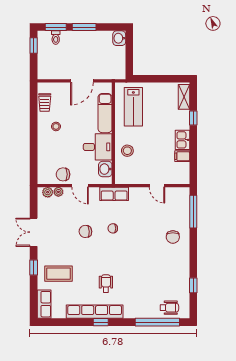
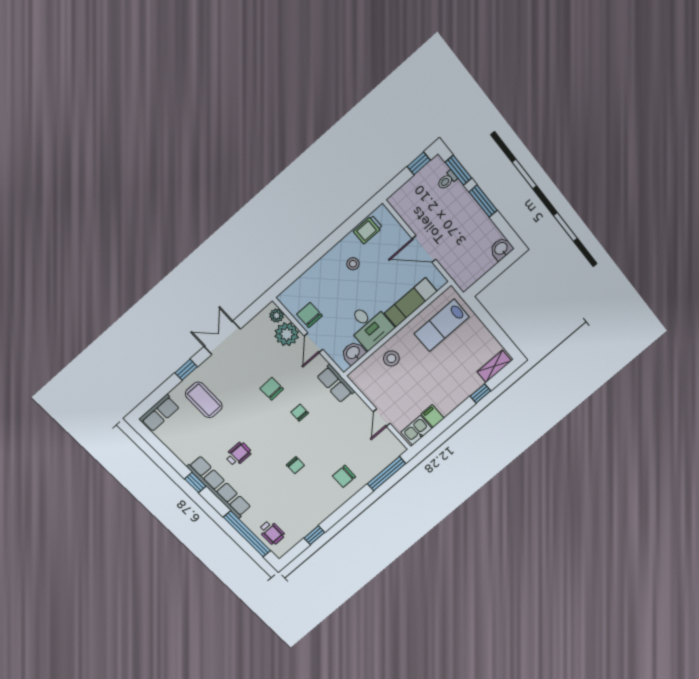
kitchen sink: (182, 140) -> (416, 430), moved
plant: (58, 192) -> (287, 334), width x1.87, depth x1.87
chair: (141, 258) -> (295, 465), added
row of seats: (95, 312) -> (219, 487), moved

